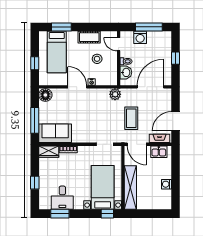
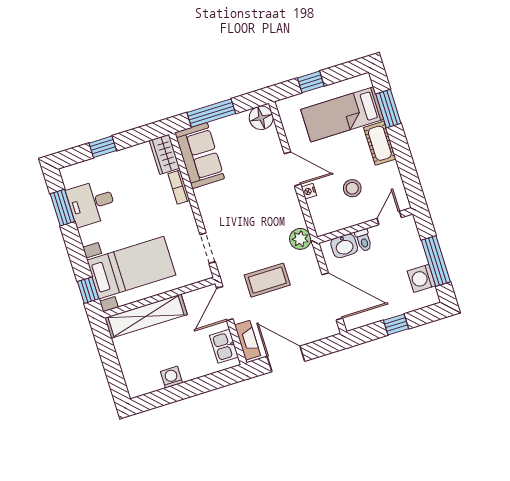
cot: (89, 37) -> (380, 143), moved
washing machine: (140, 37) -> (421, 278), moved
door: (77, 87) -> (293, 169), hinge flipped

